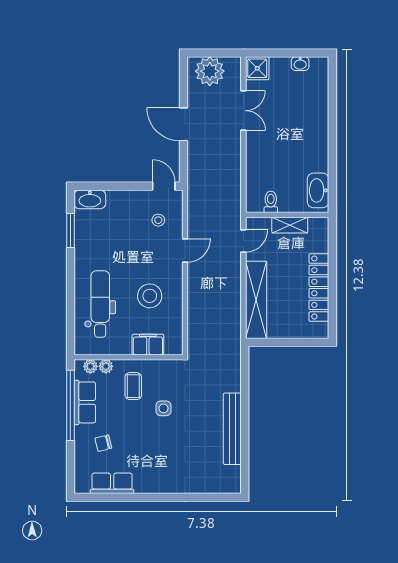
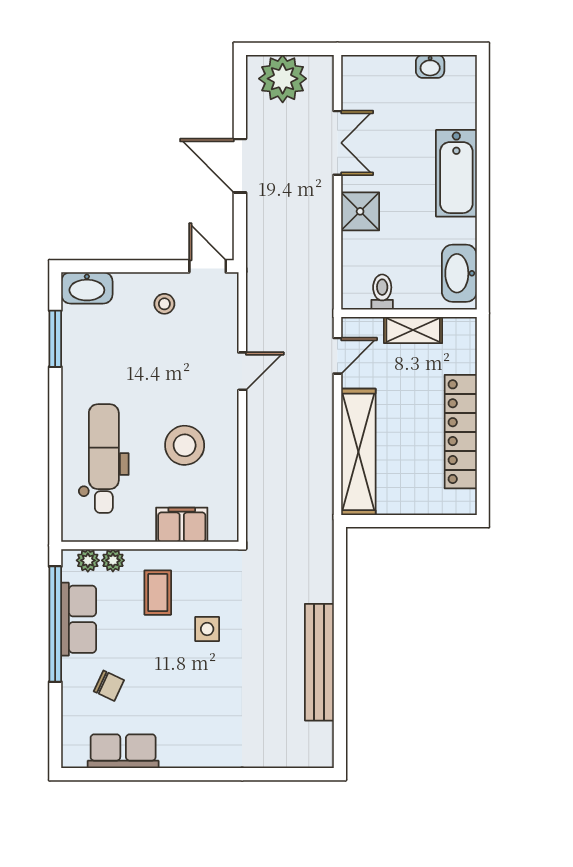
shower: (257, 68) -> (360, 211), moved
bathtub: (316, 129) -> (456, 173), added
stool: (158, 220) -> (164, 304), moved
chair: (103, 443) -> (109, 686), turned -141

